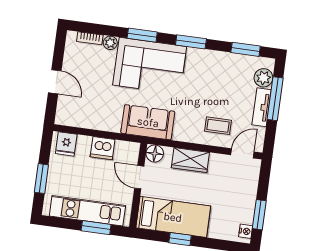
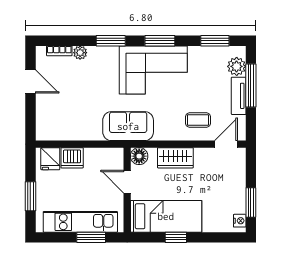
corner sofa: (150, 66) -> (153, 70), moved
door: (55, 82) -> (30, 81), moved
dishwasher: (103, 148) -> (72, 158), moved

